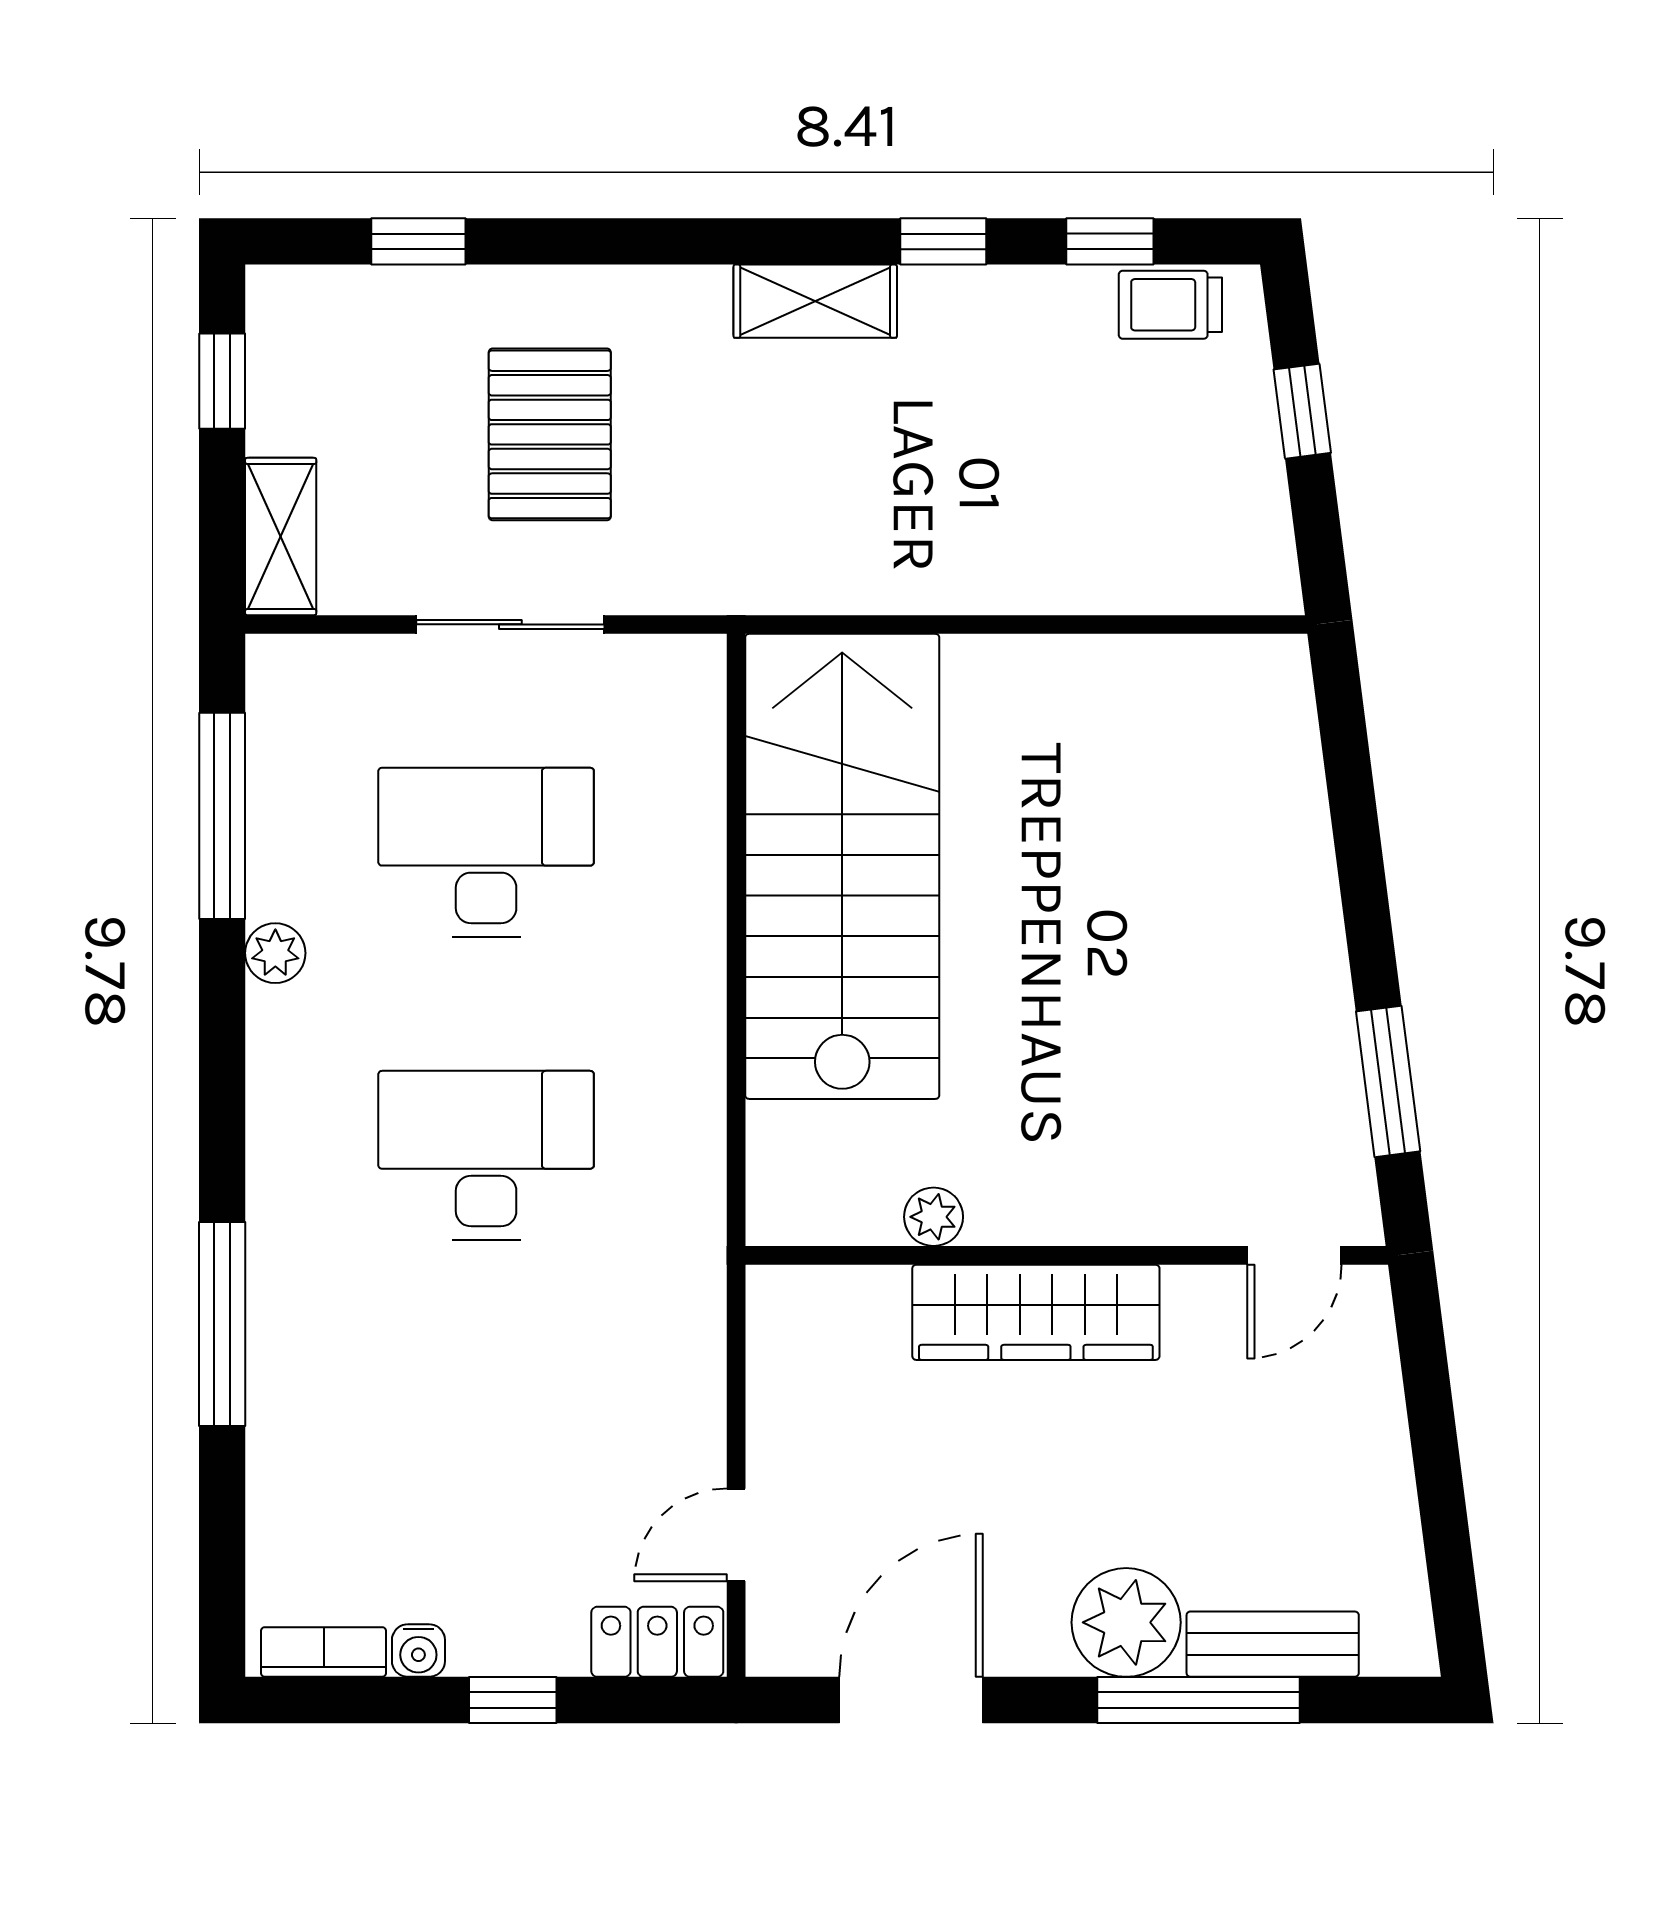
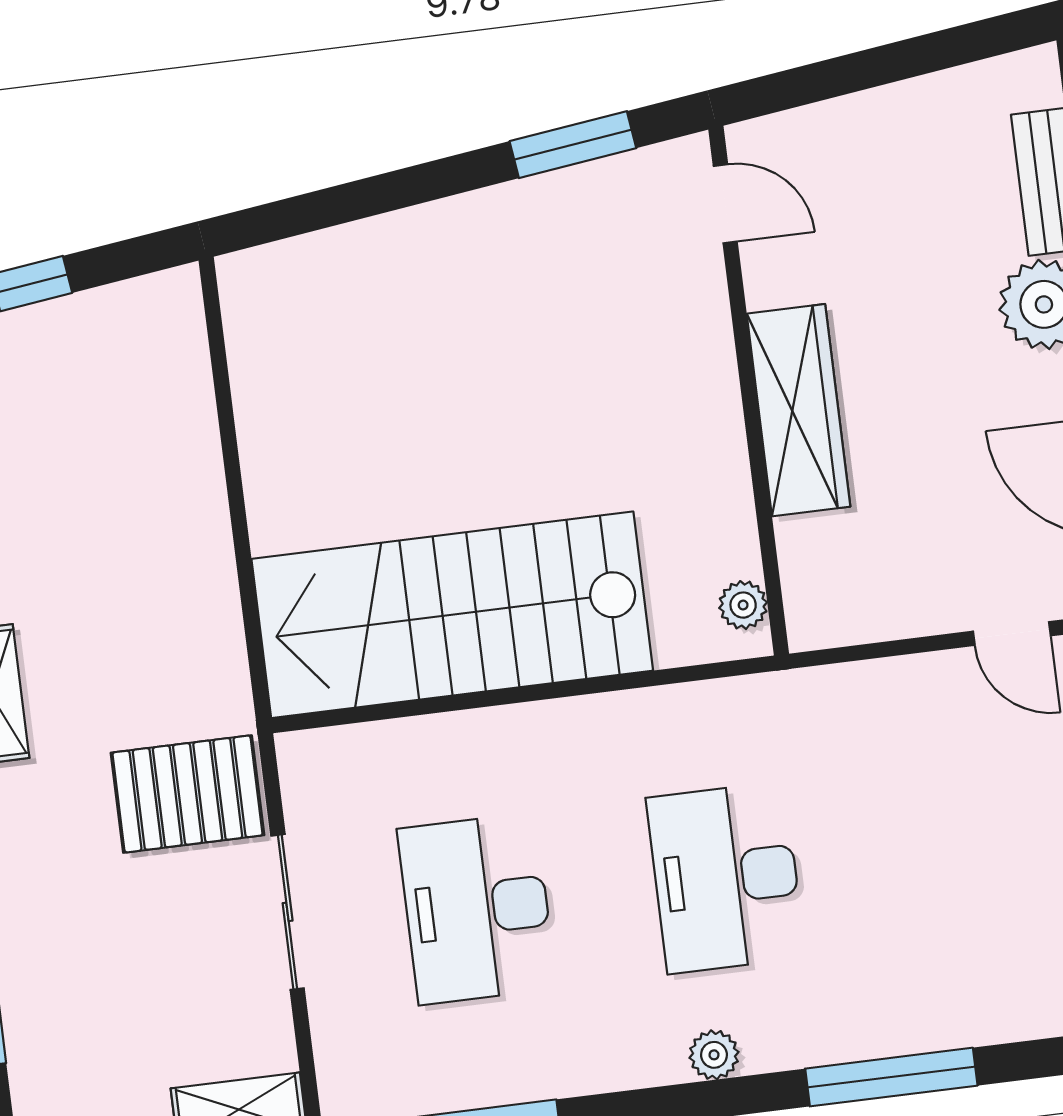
pallet: (550, 434) -> (187, 794), moved
plant: (275, 953) -> (714, 1055), moved
plant: (934, 1217) -> (743, 605), moved

